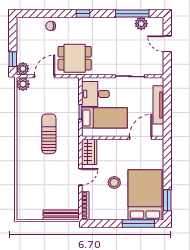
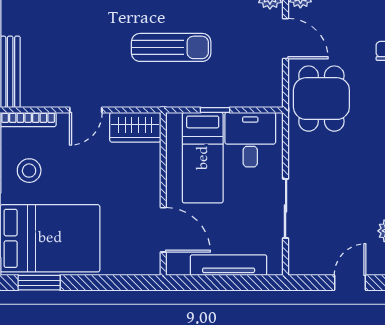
door: (80, 177) -> (86, 110), hinge flipped
stool: (114, 182) -> (29, 171), moved

